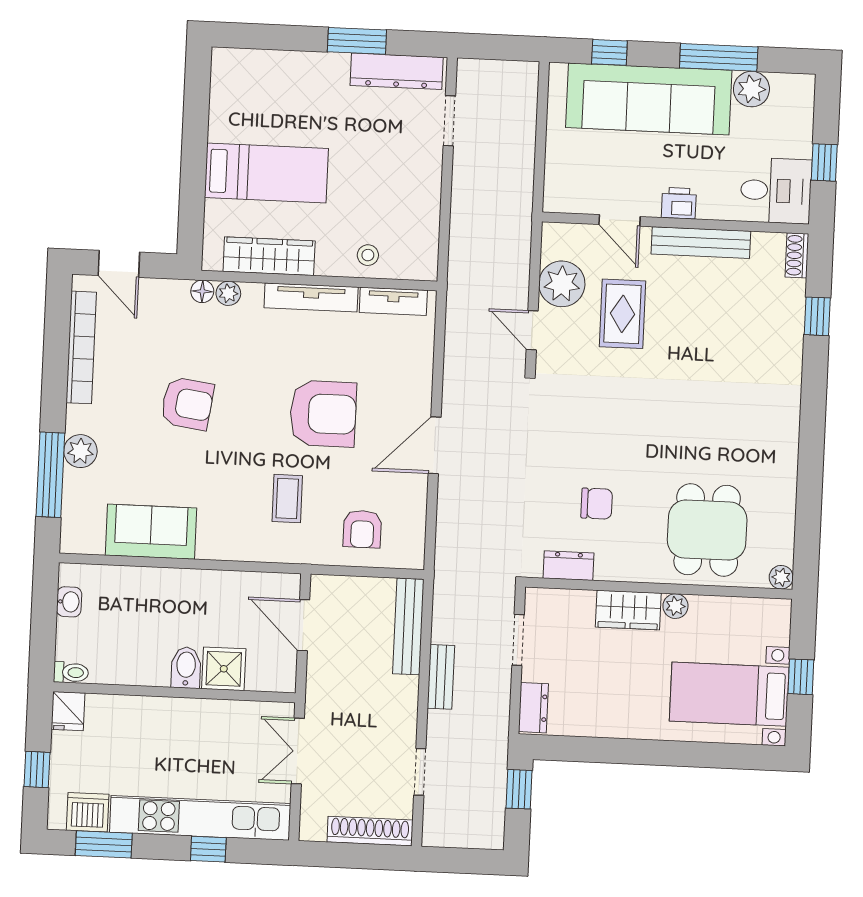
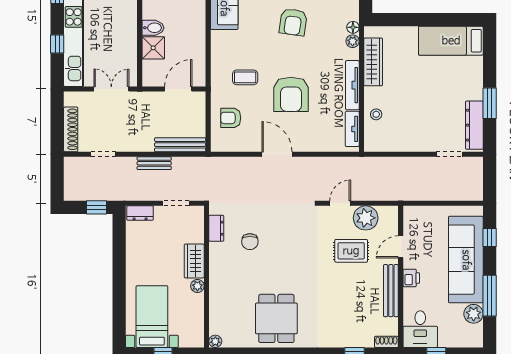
bed: (266, 173) -> (451, 41), moved, turned 90
dining table: (707, 530) -> (276, 318), moved, turned 90

